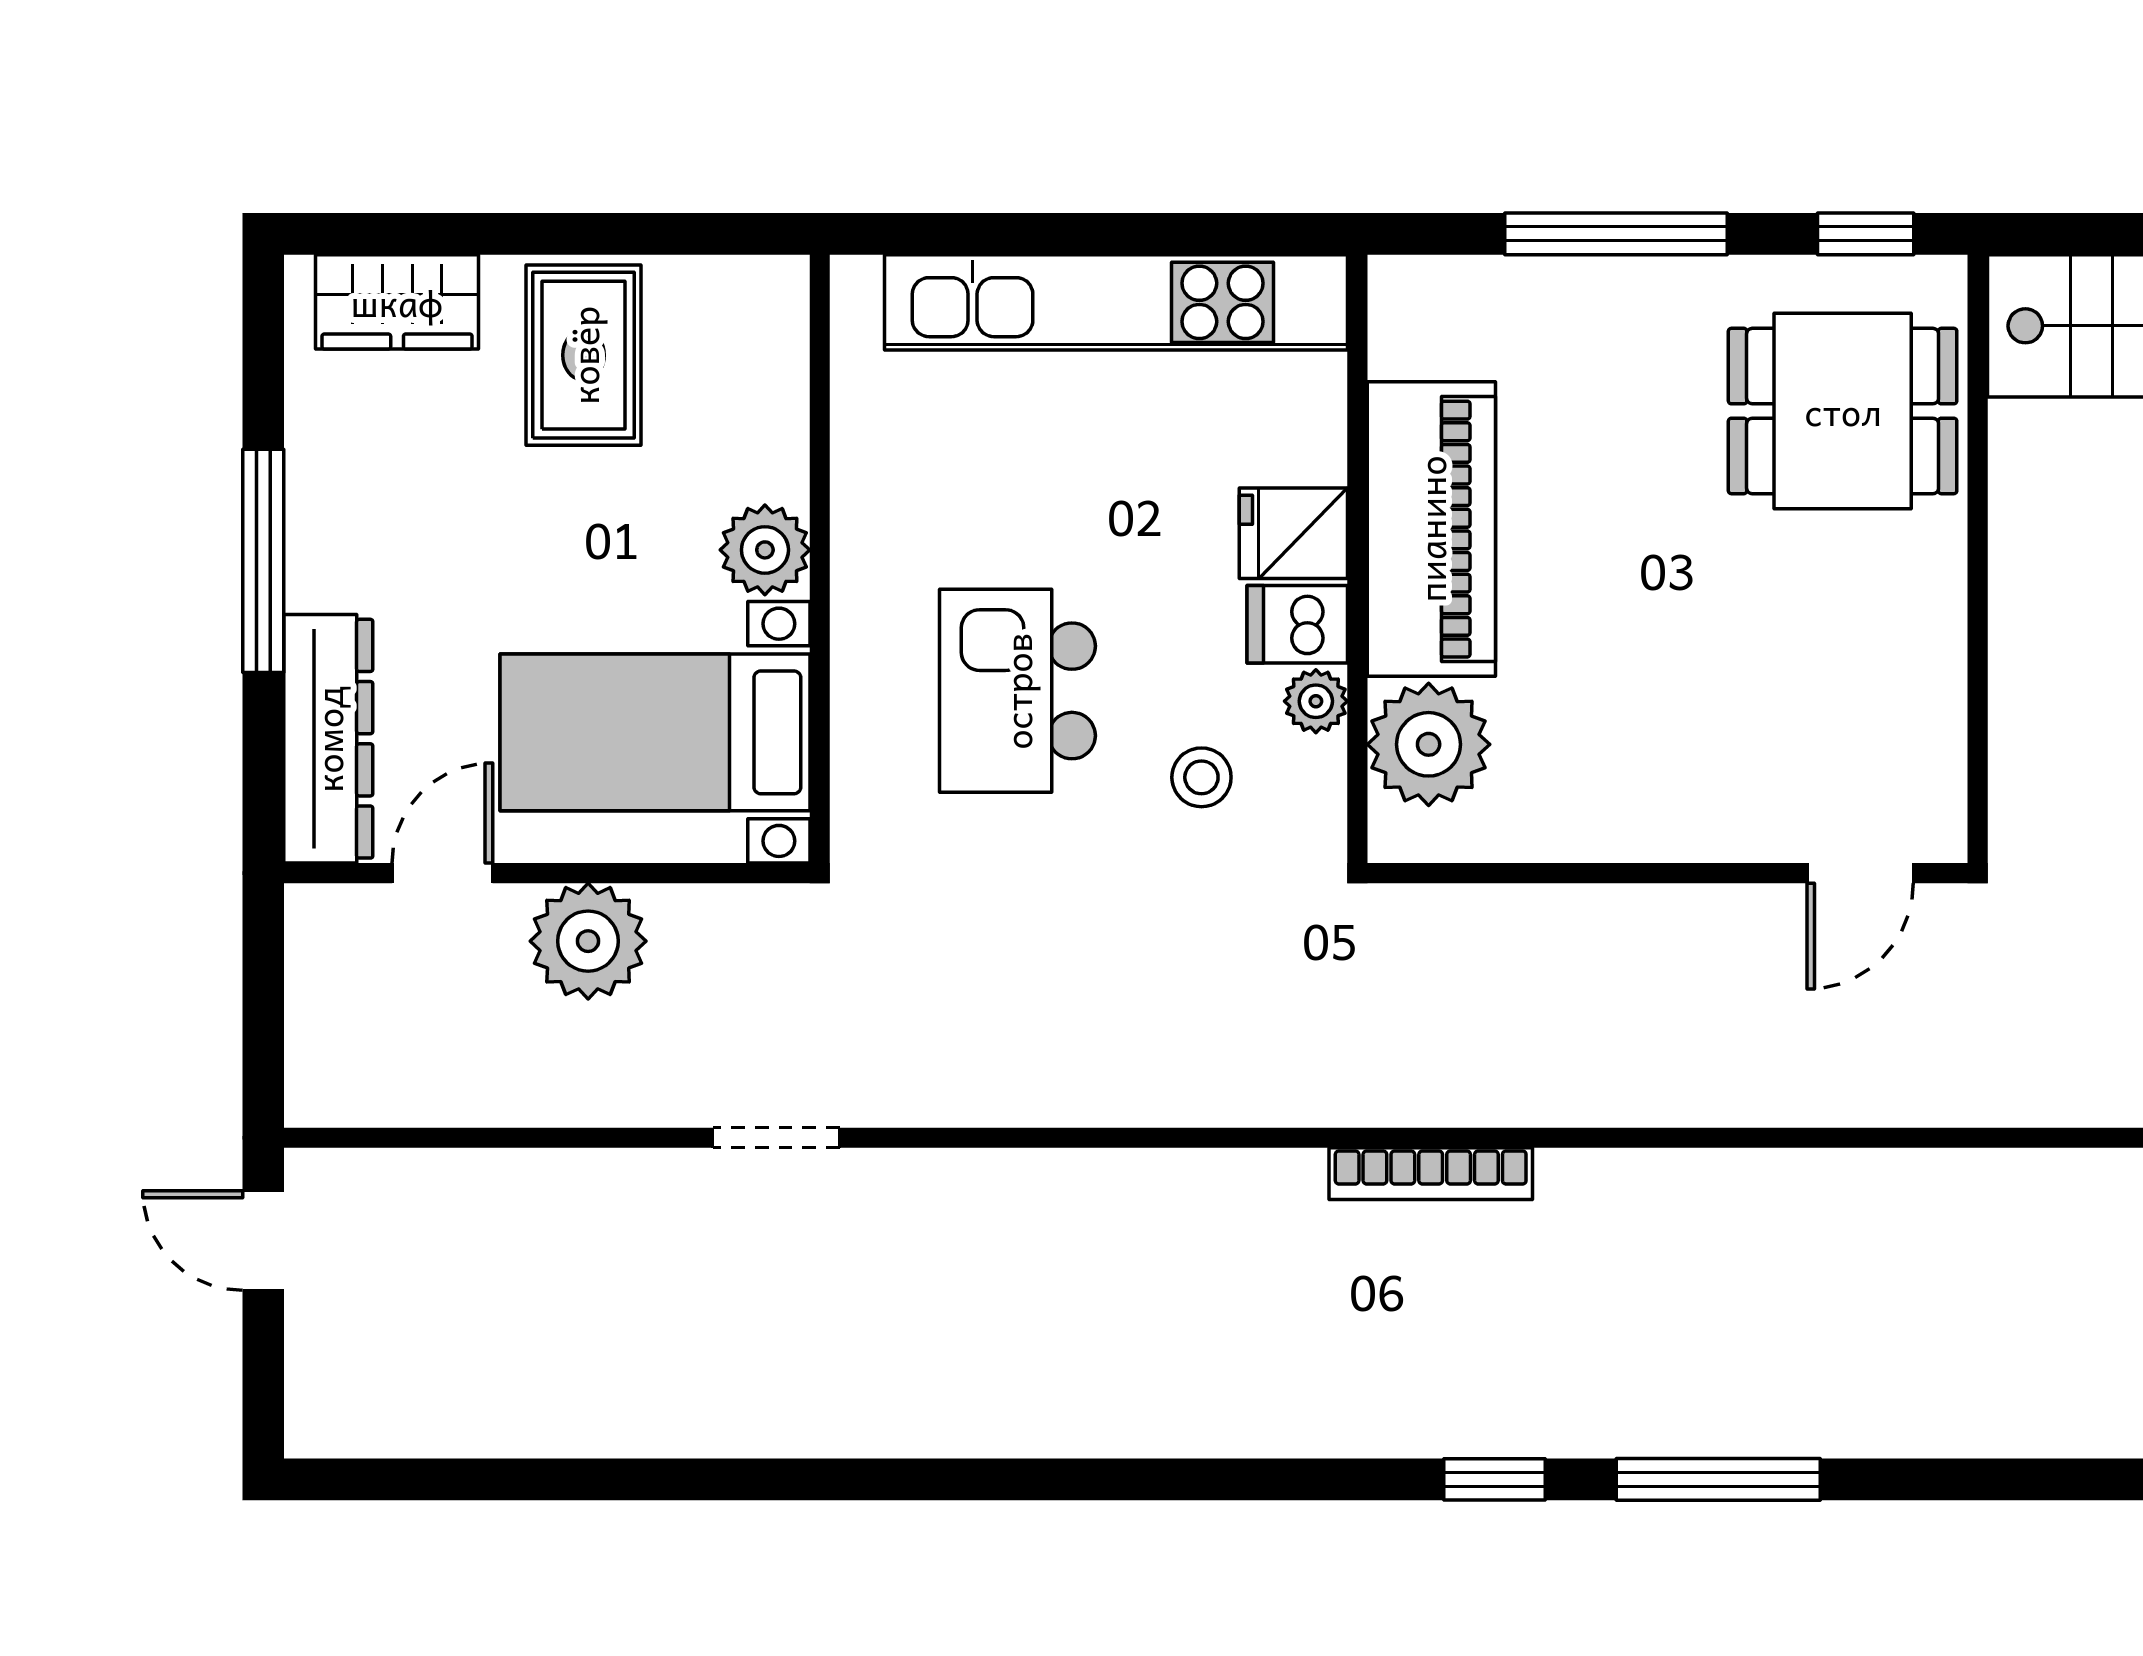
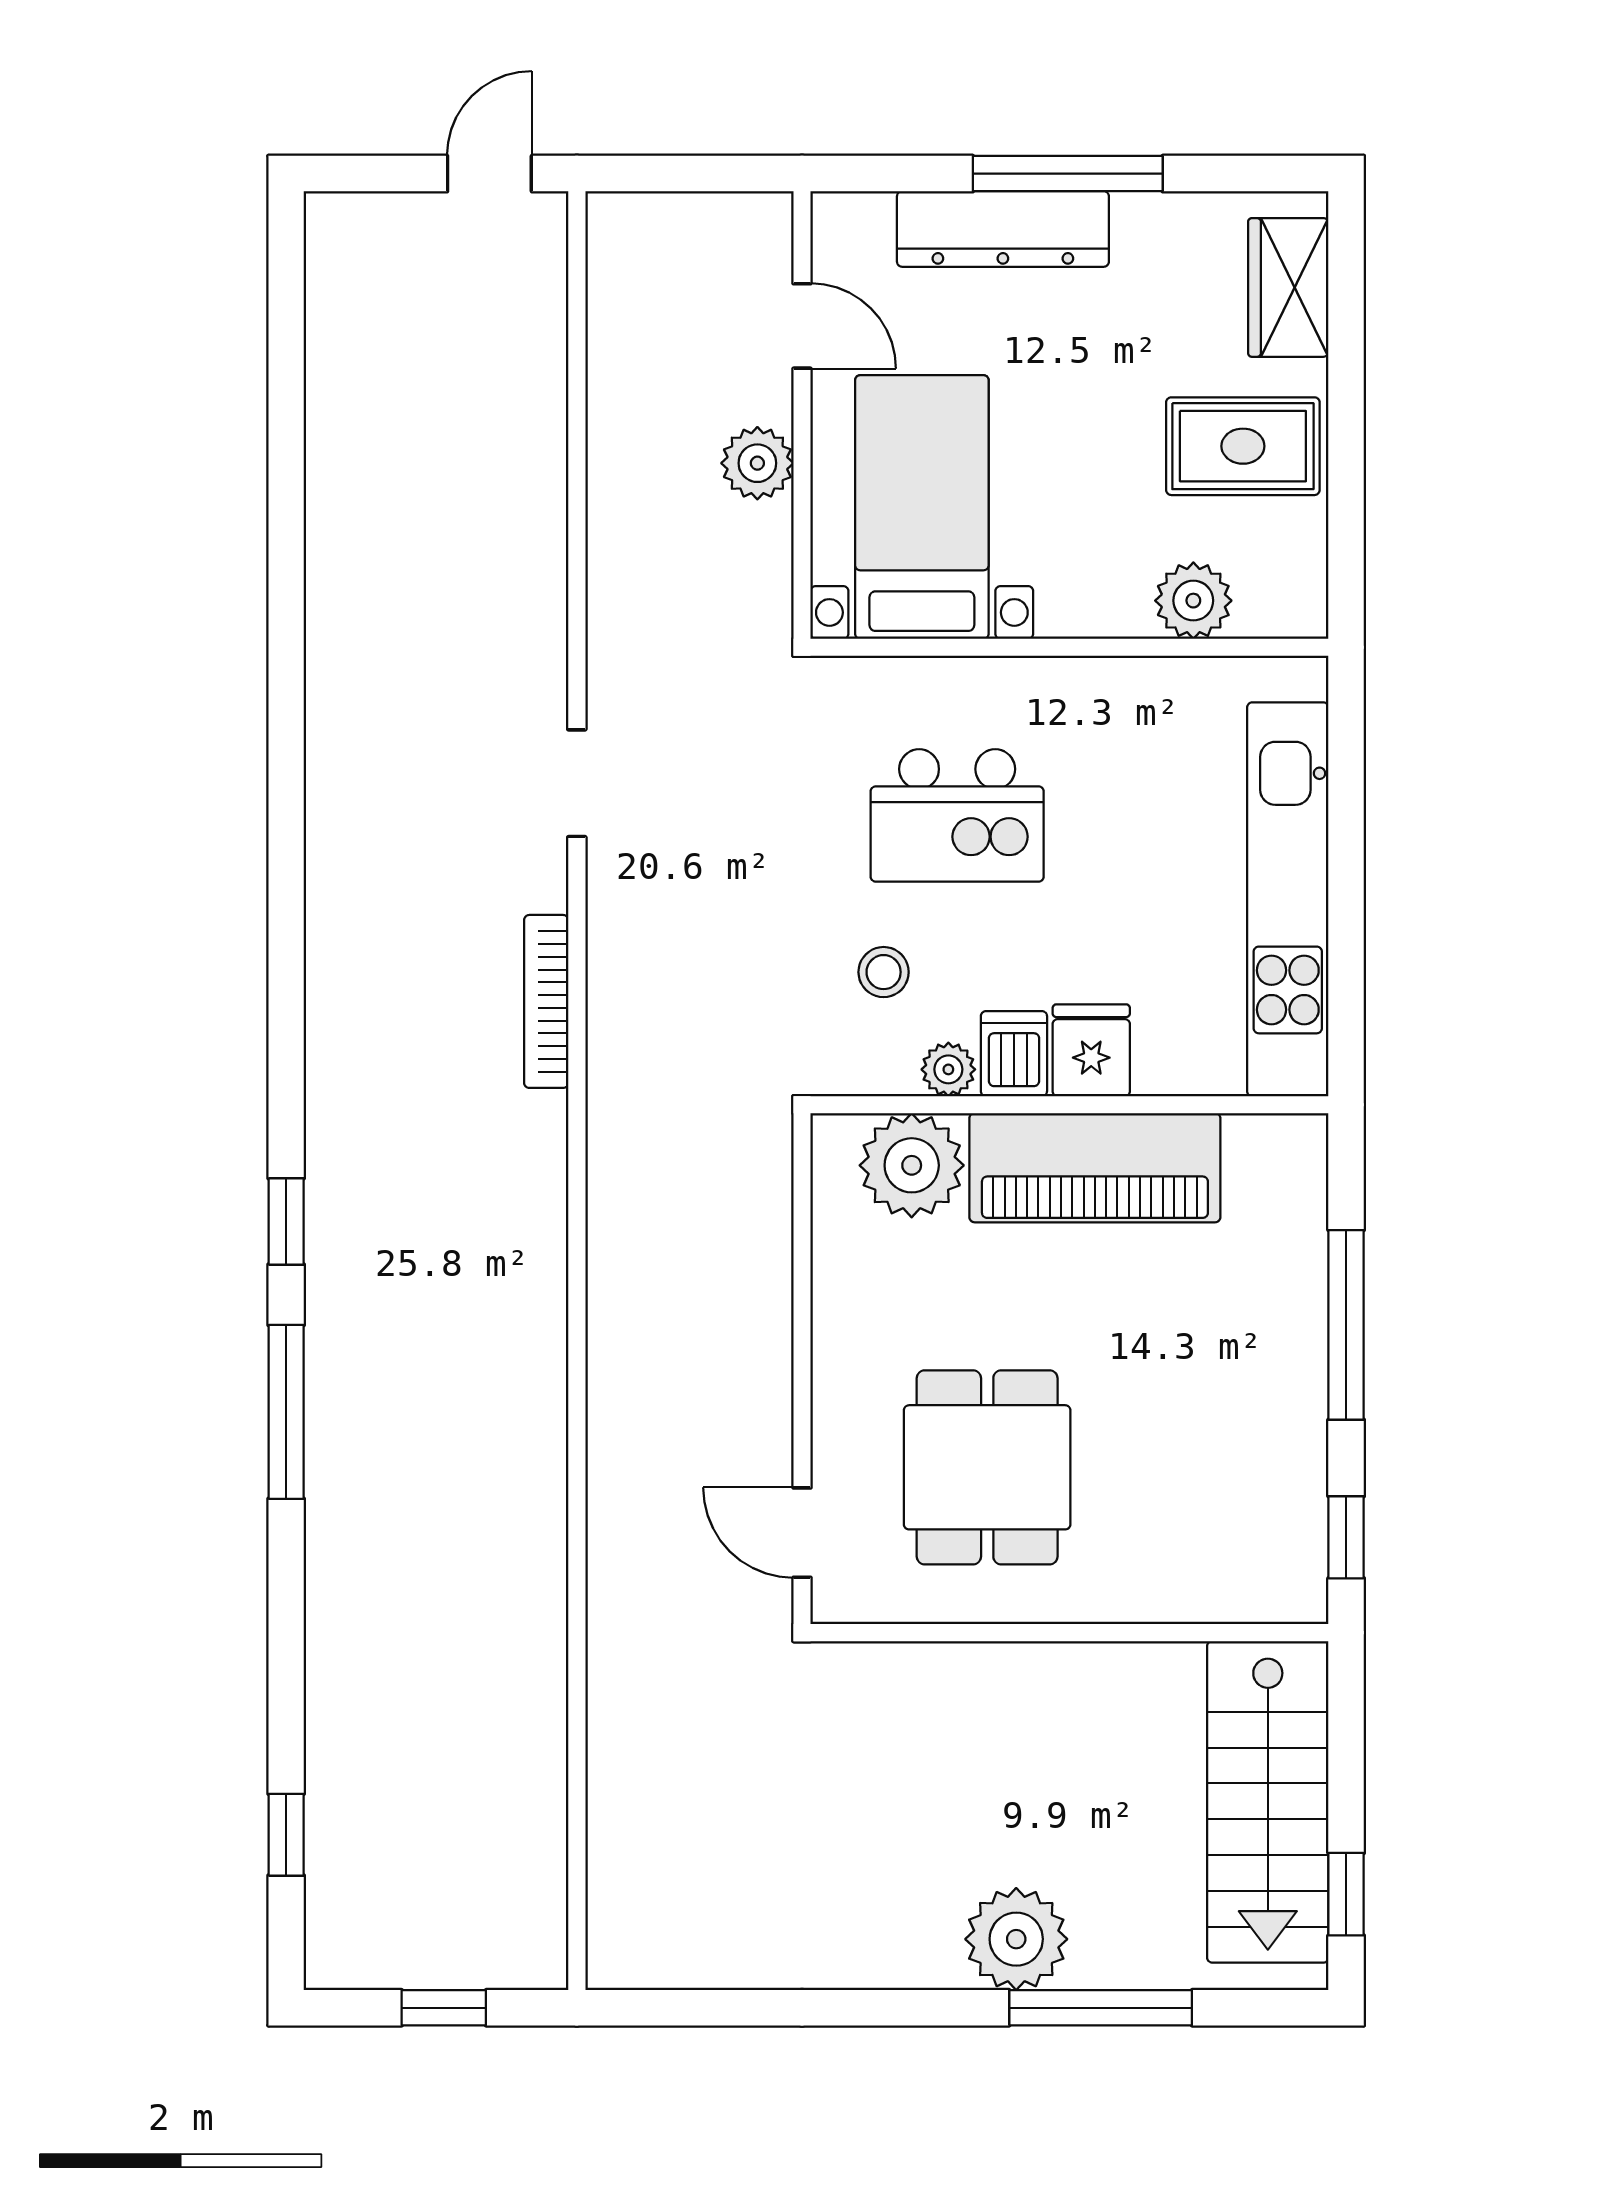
dining table: (1843, 411) -> (987, 1467), moved
plant: (765, 550) -> (1193, 601), moved
kitchen island: (1017, 691) -> (957, 815), turned 180
dresser: (328, 739) -> (1003, 229), moved
plant: (588, 941) -> (757, 463), width x0.73, depth x0.73
doorway: (776, 1138) -> (577, 783), moved
bookcase: (1431, 1174) -> (546, 1001), moved

